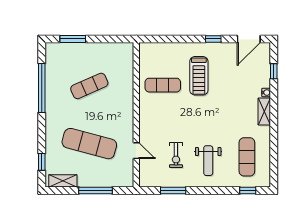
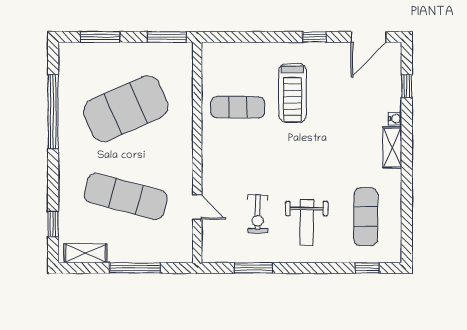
window: (116, 39) -> (167, 37), added
exercise mat: (89, 86) -> (126, 109), width x2.00, depth x1.45

